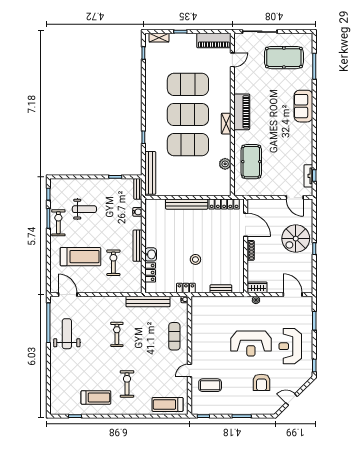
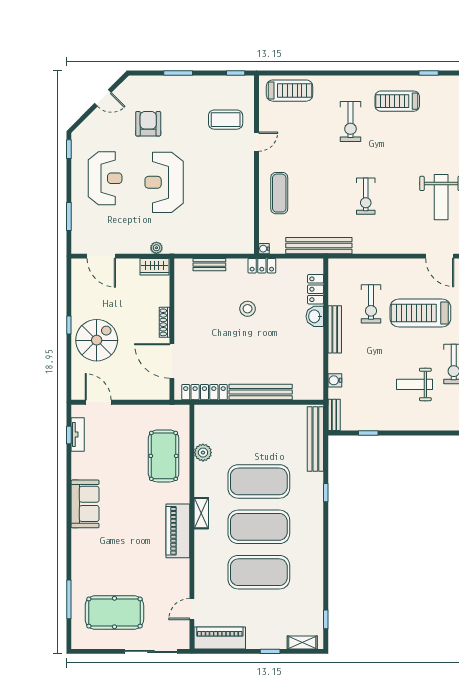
sofa: (303, 106) -> (85, 504), moved
reception desk: (251, 344) -> (164, 182), turned -90

